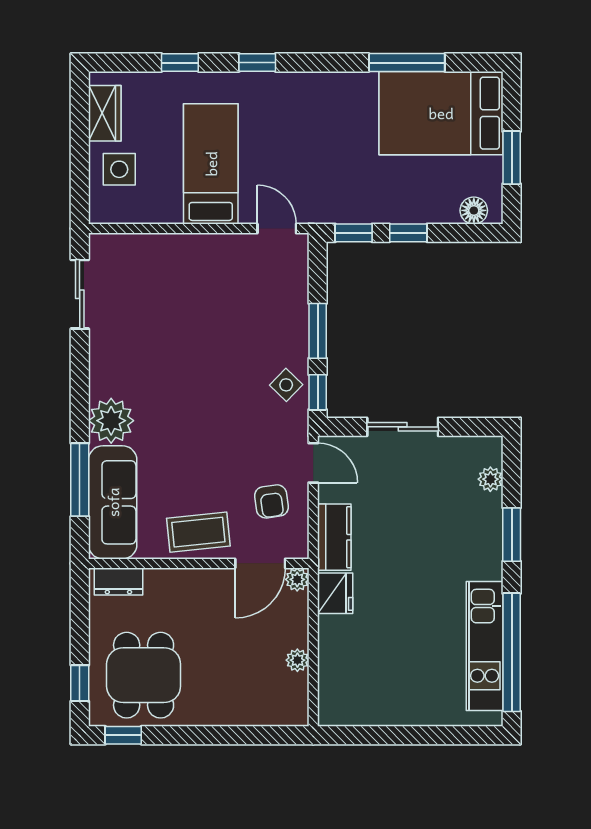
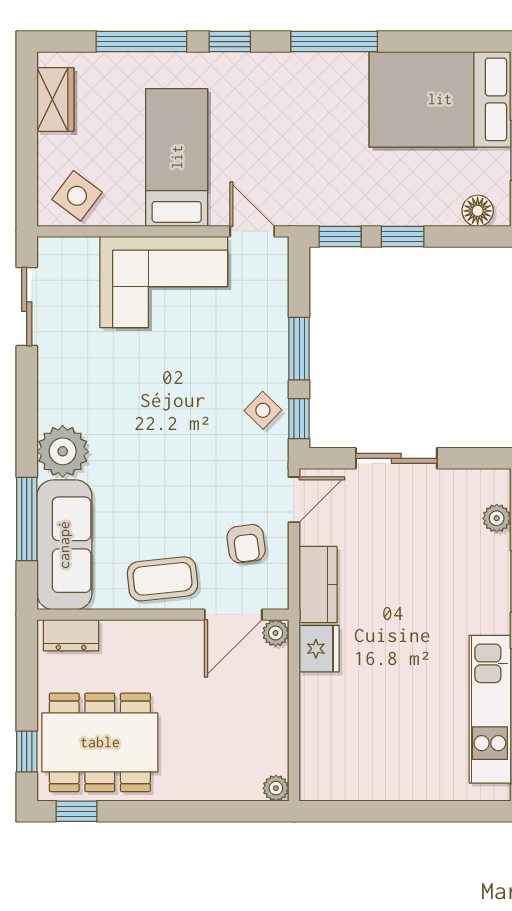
window: (180, 63) -> (141, 42), width x2.17
window: (407, 63) -> (334, 42), moved
side table: (119, 169) -> (77, 196), moved, turned 37
corner sofa: (200, 273) -> (164, 282), added
door: (313, 463) -> (294, 500), hinge flipped
plant: (297, 660) -> (276, 788), moved
dining table: (144, 675) -> (100, 742), width x1.38

